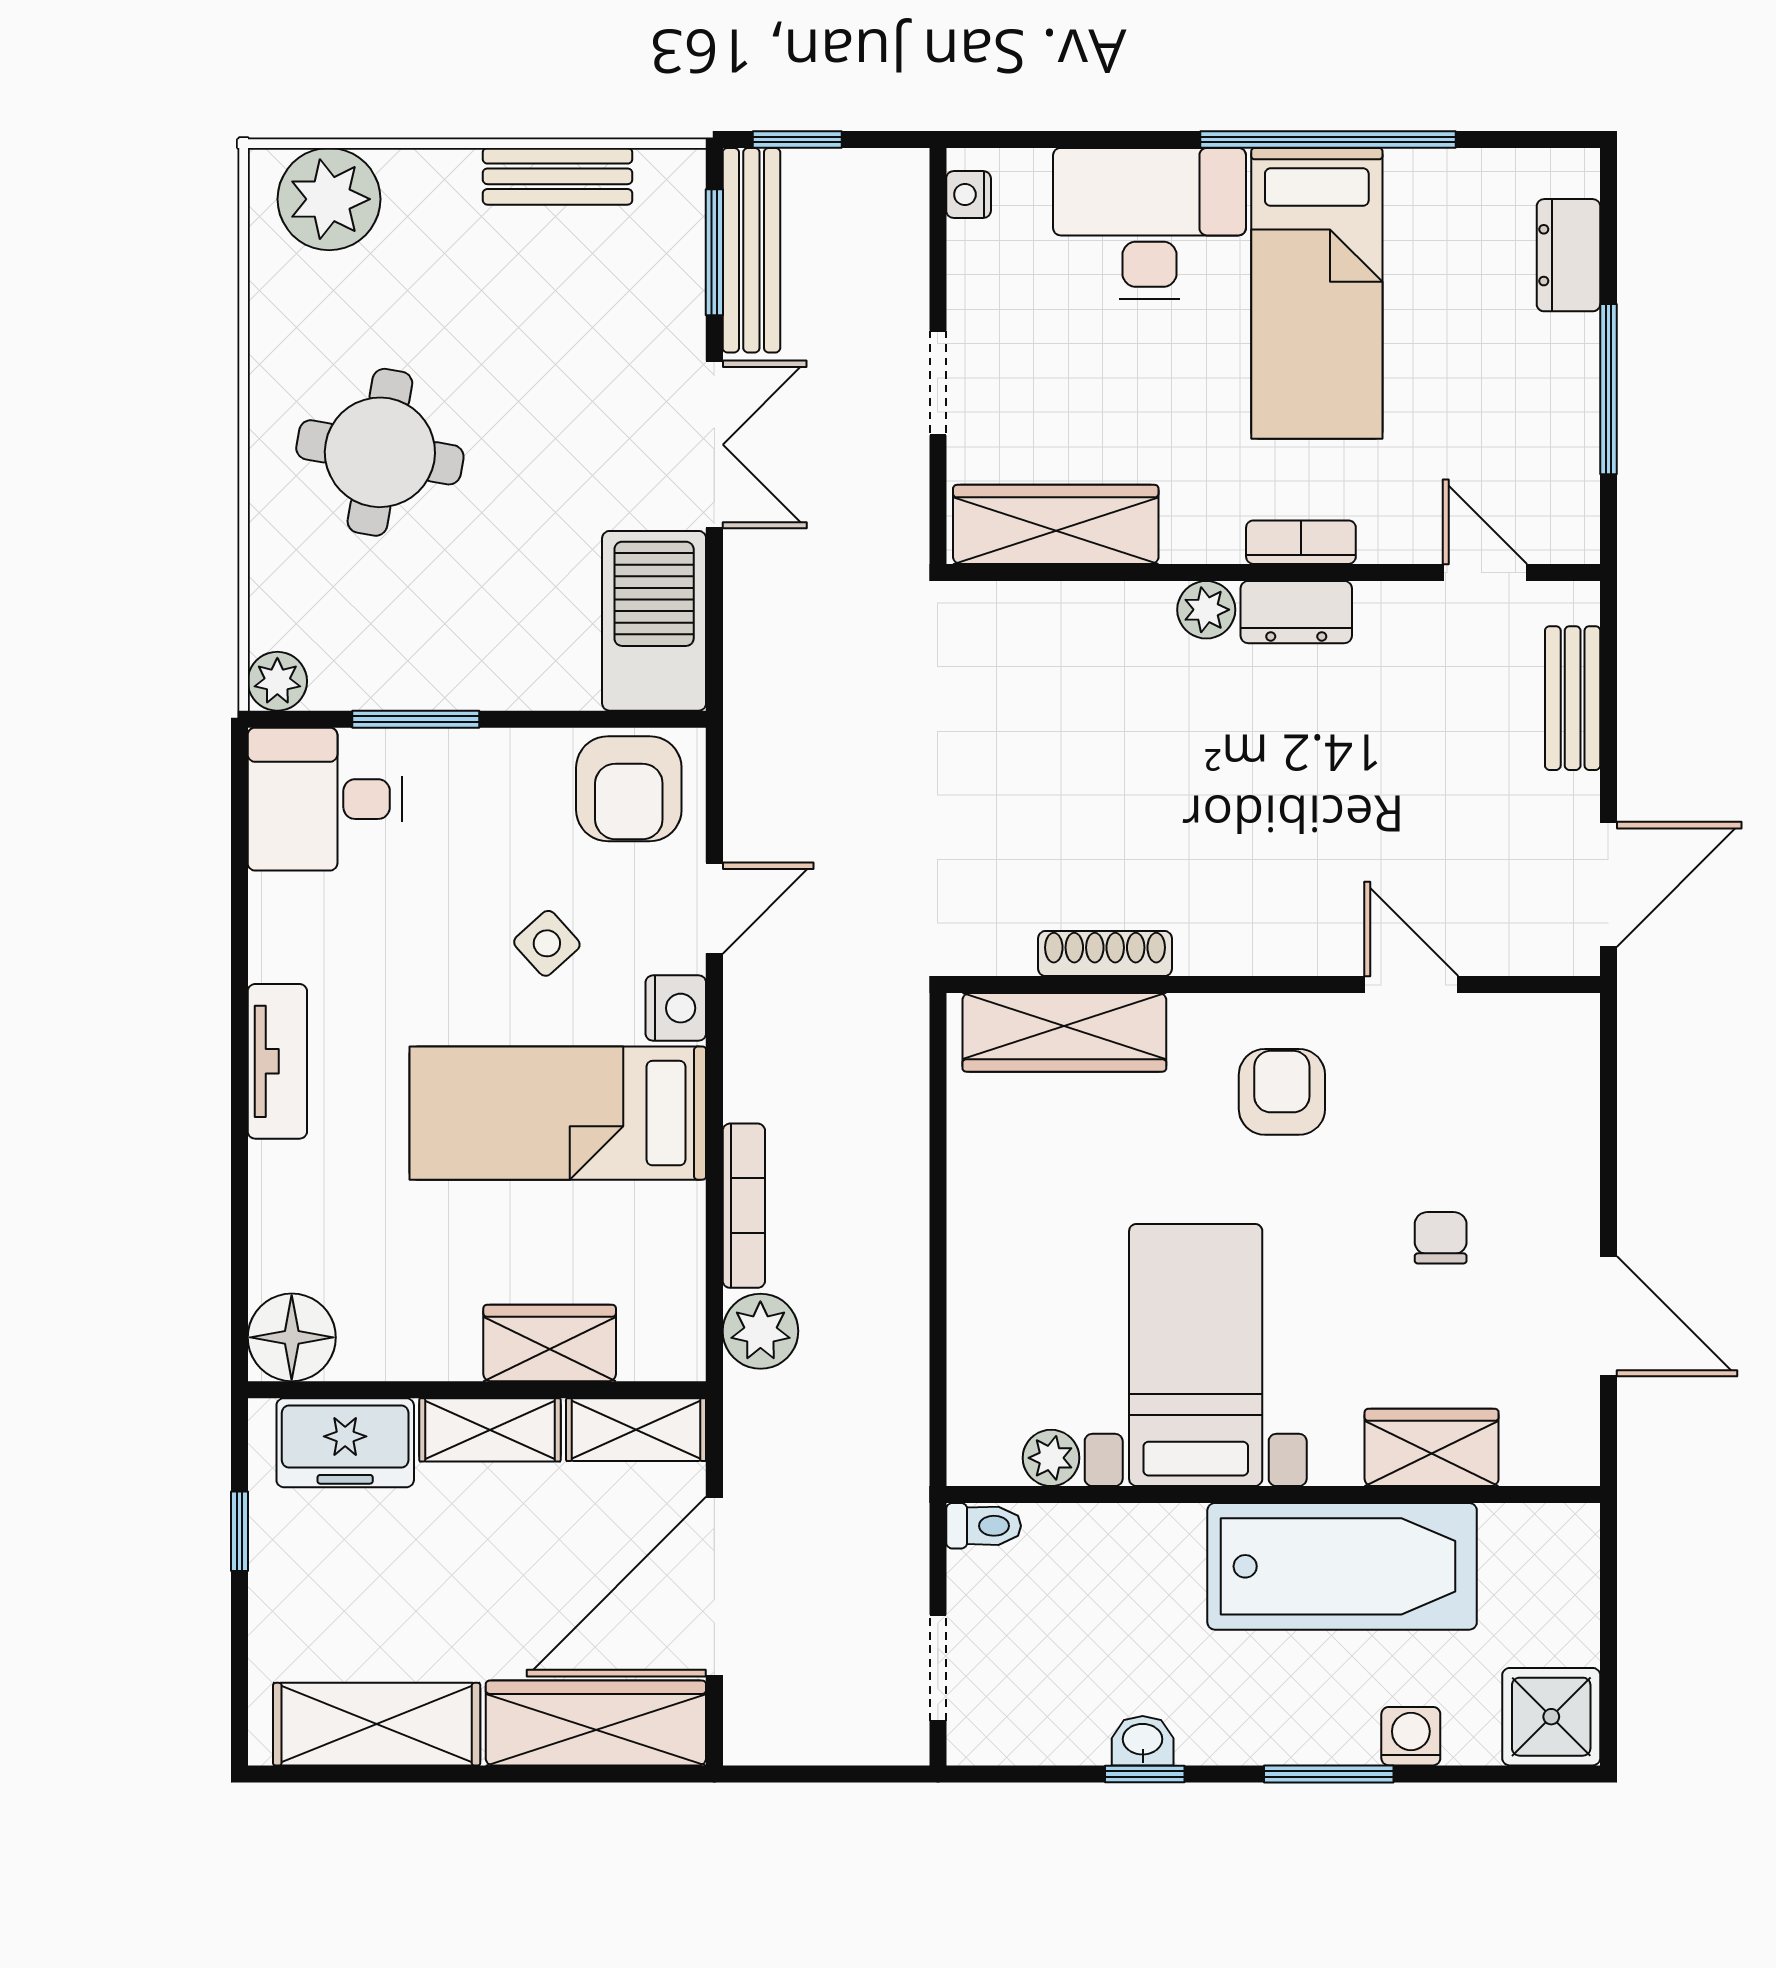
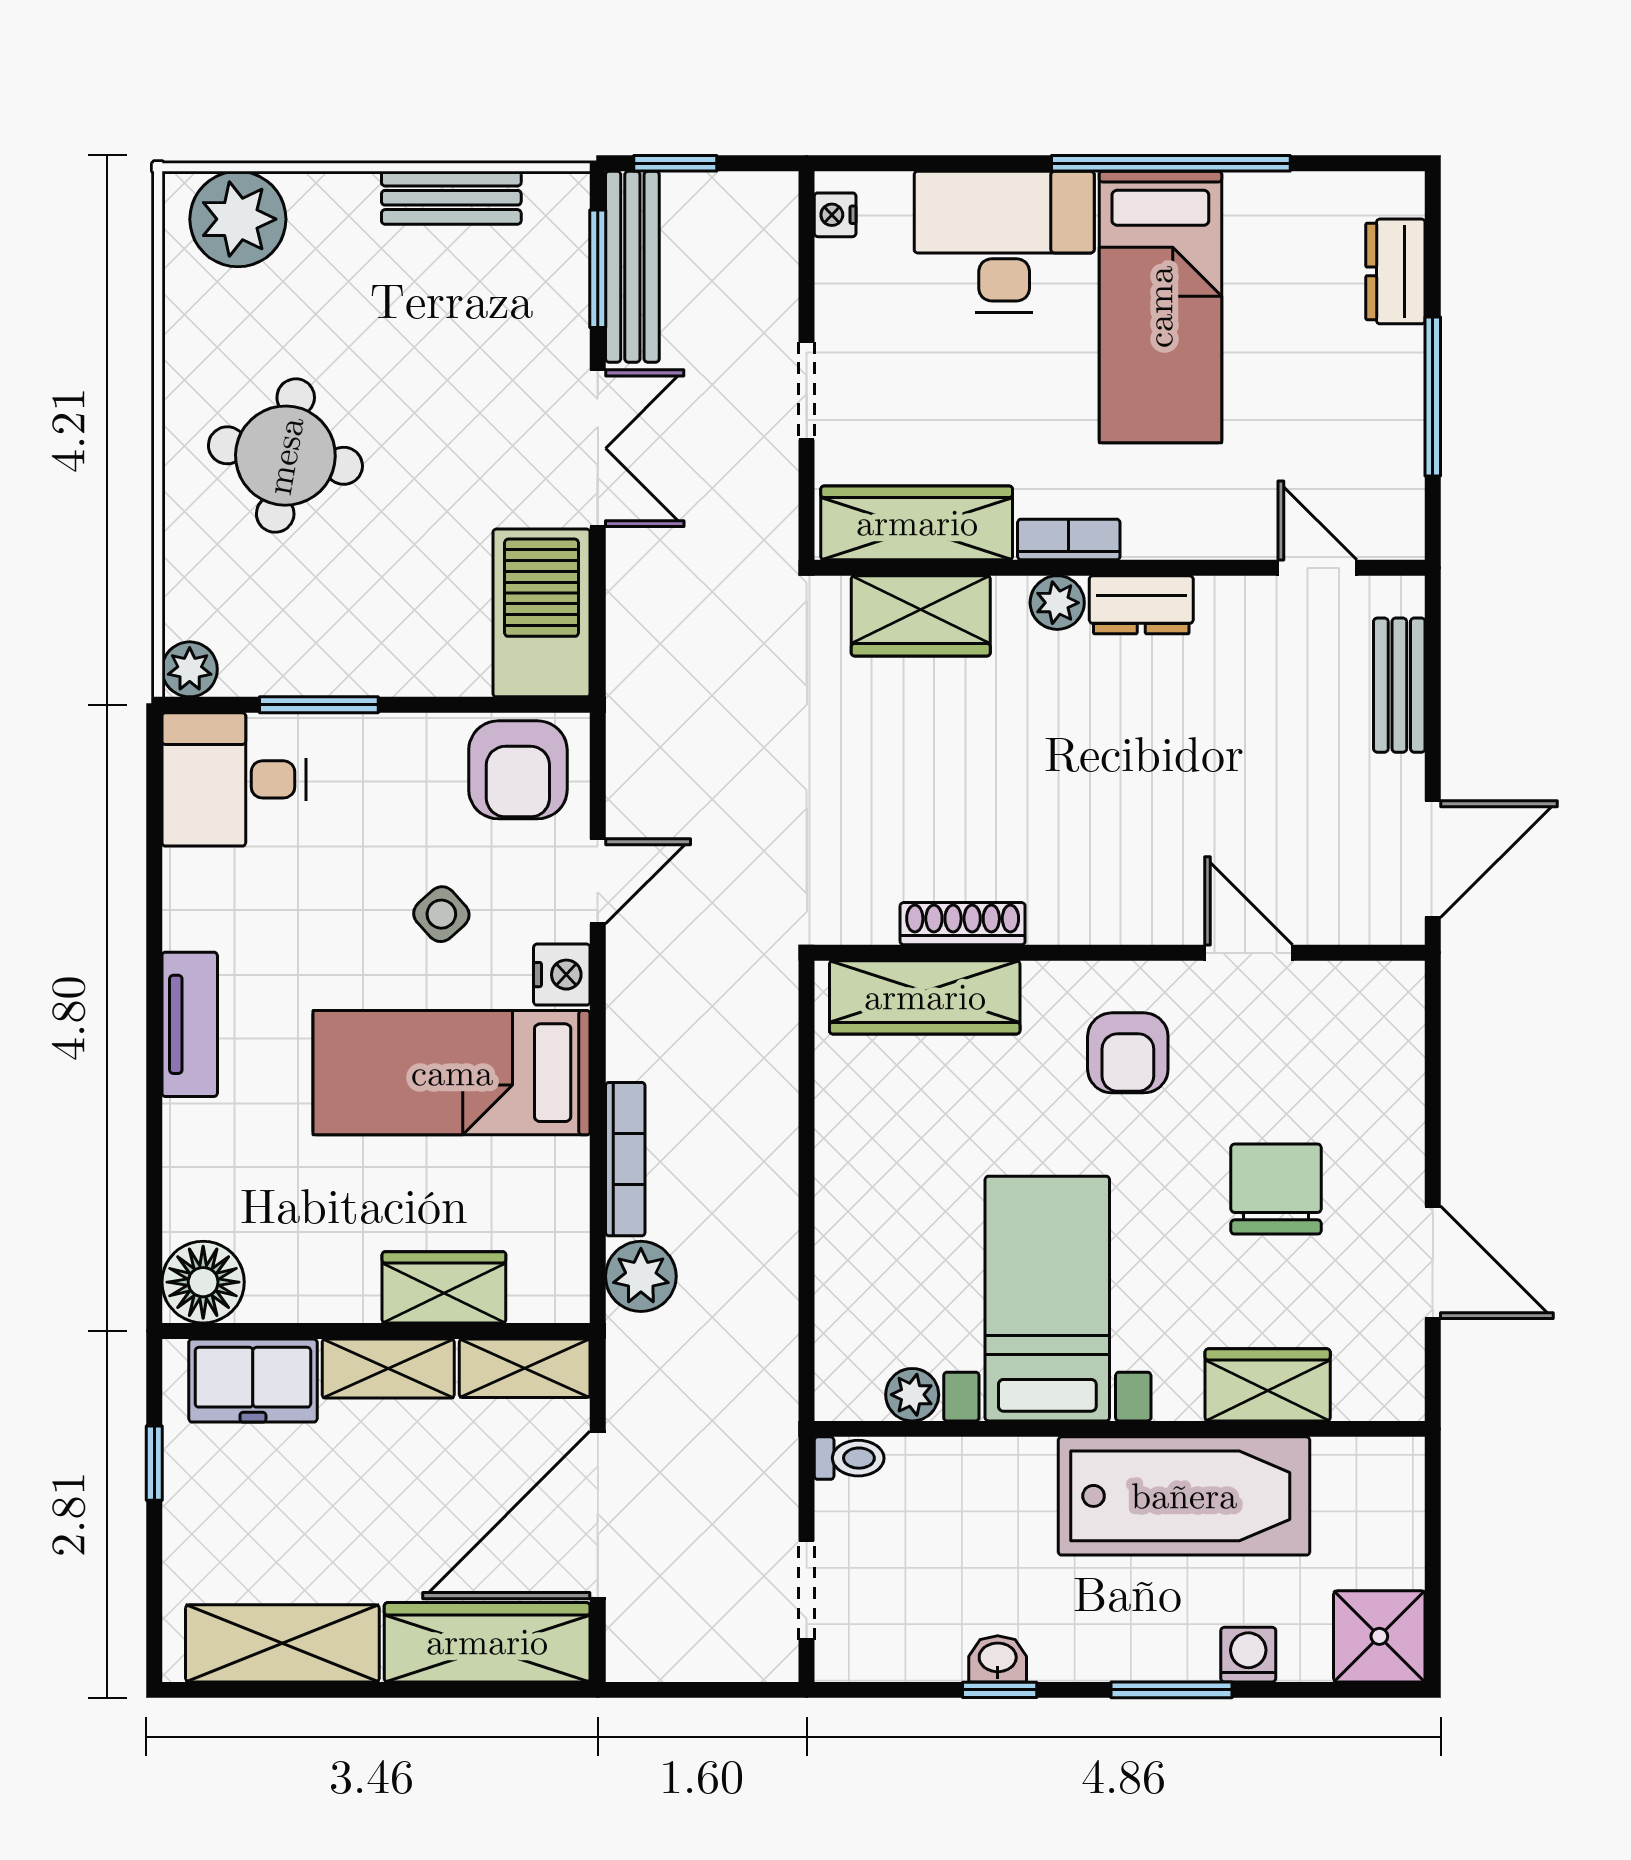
bookcase: (1301, 542) -> (1069, 539), moved
wardrobe: (1060, 624) -> (921, 616), added
armchair: (1282, 1092) -> (1128, 1053), turned 180
chair: (1441, 1238) -> (1276, 1189), width x1.87, depth x1.87

